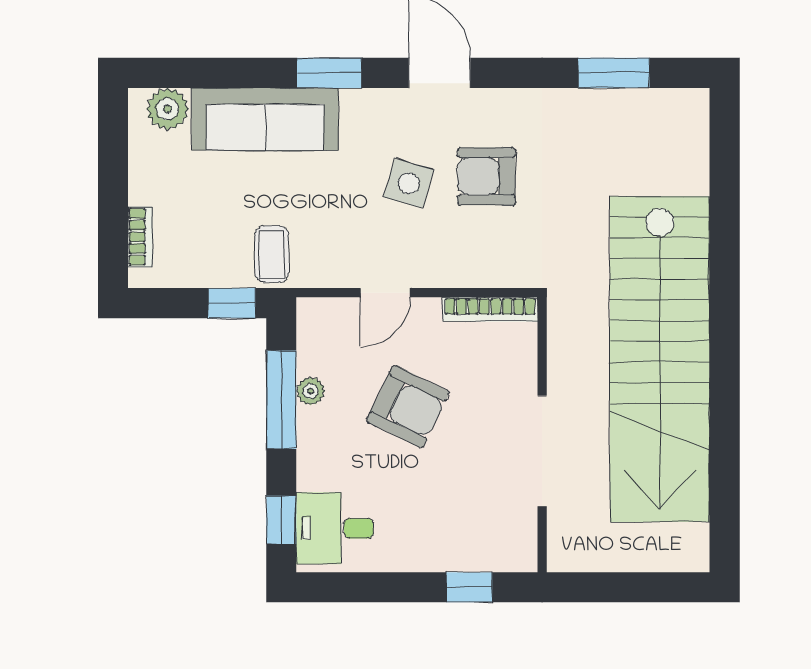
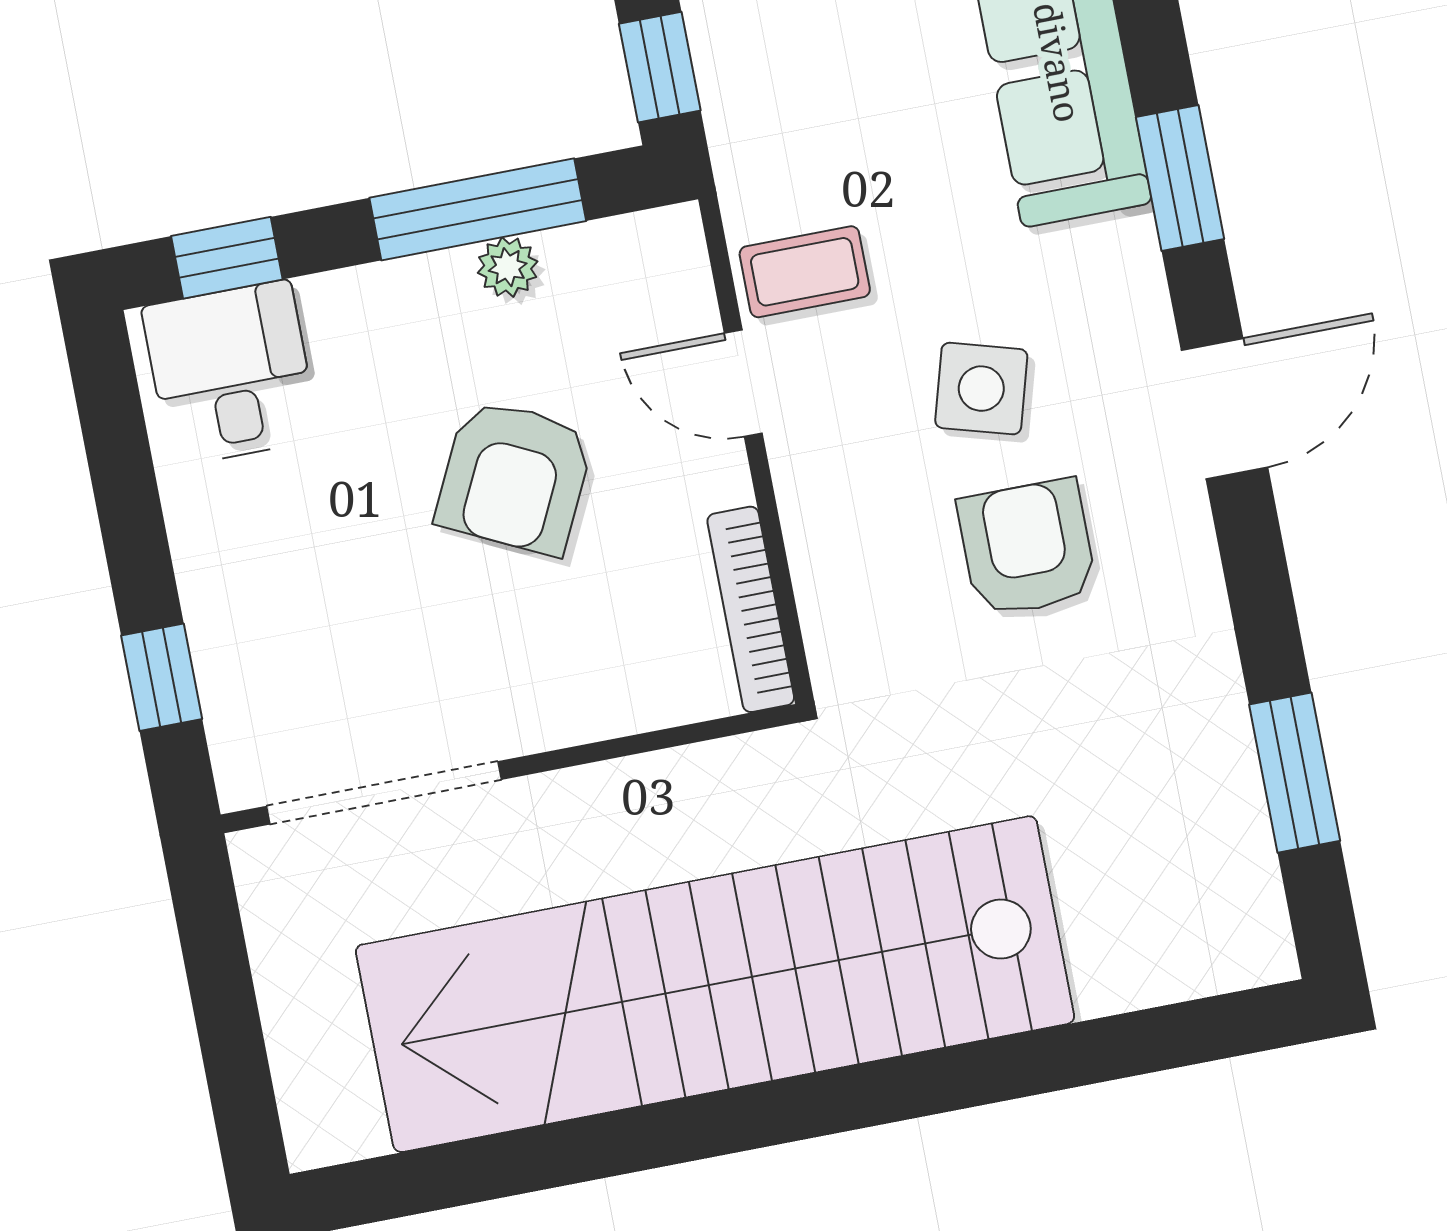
coffee table: (272, 254) -> (805, 272), moved
doorway: (542, 451) -> (384, 793), moved

